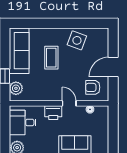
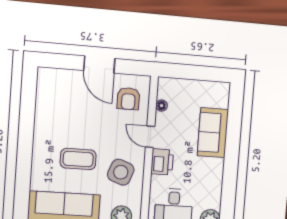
side table: (77, 40) -> (121, 172), moved
door: (69, 103) -> (150, 137), hinge flipped

